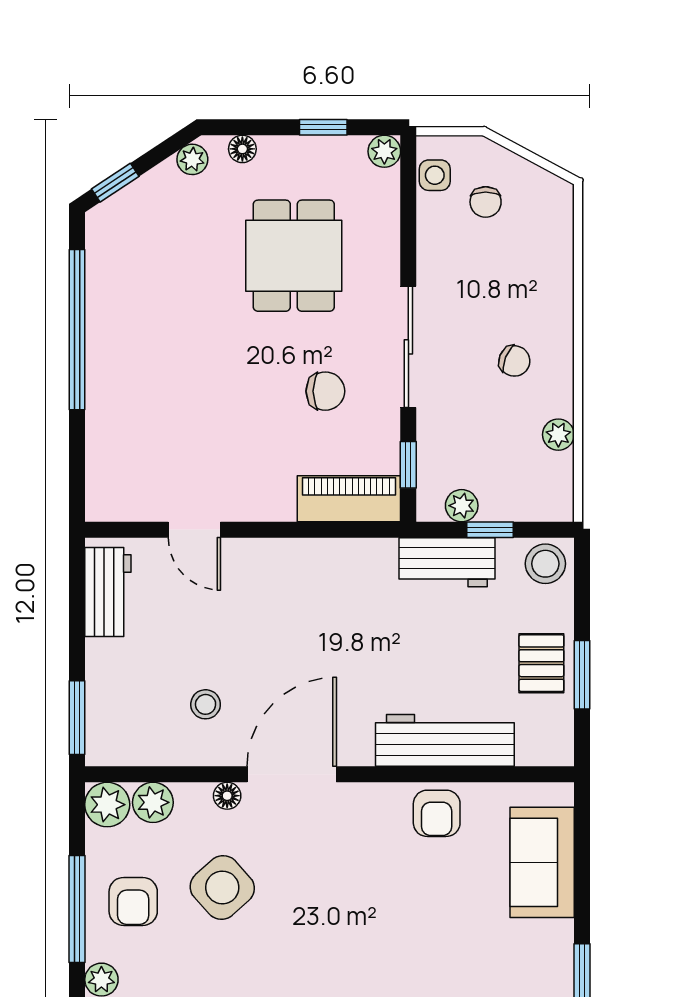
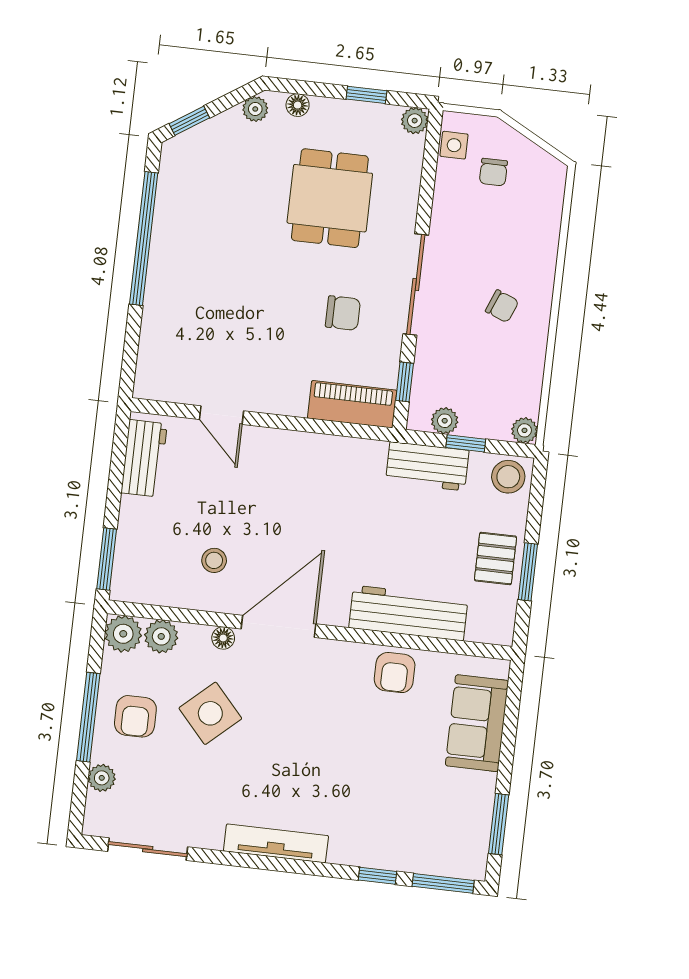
plant: (558, 435) -> (524, 430), moved

